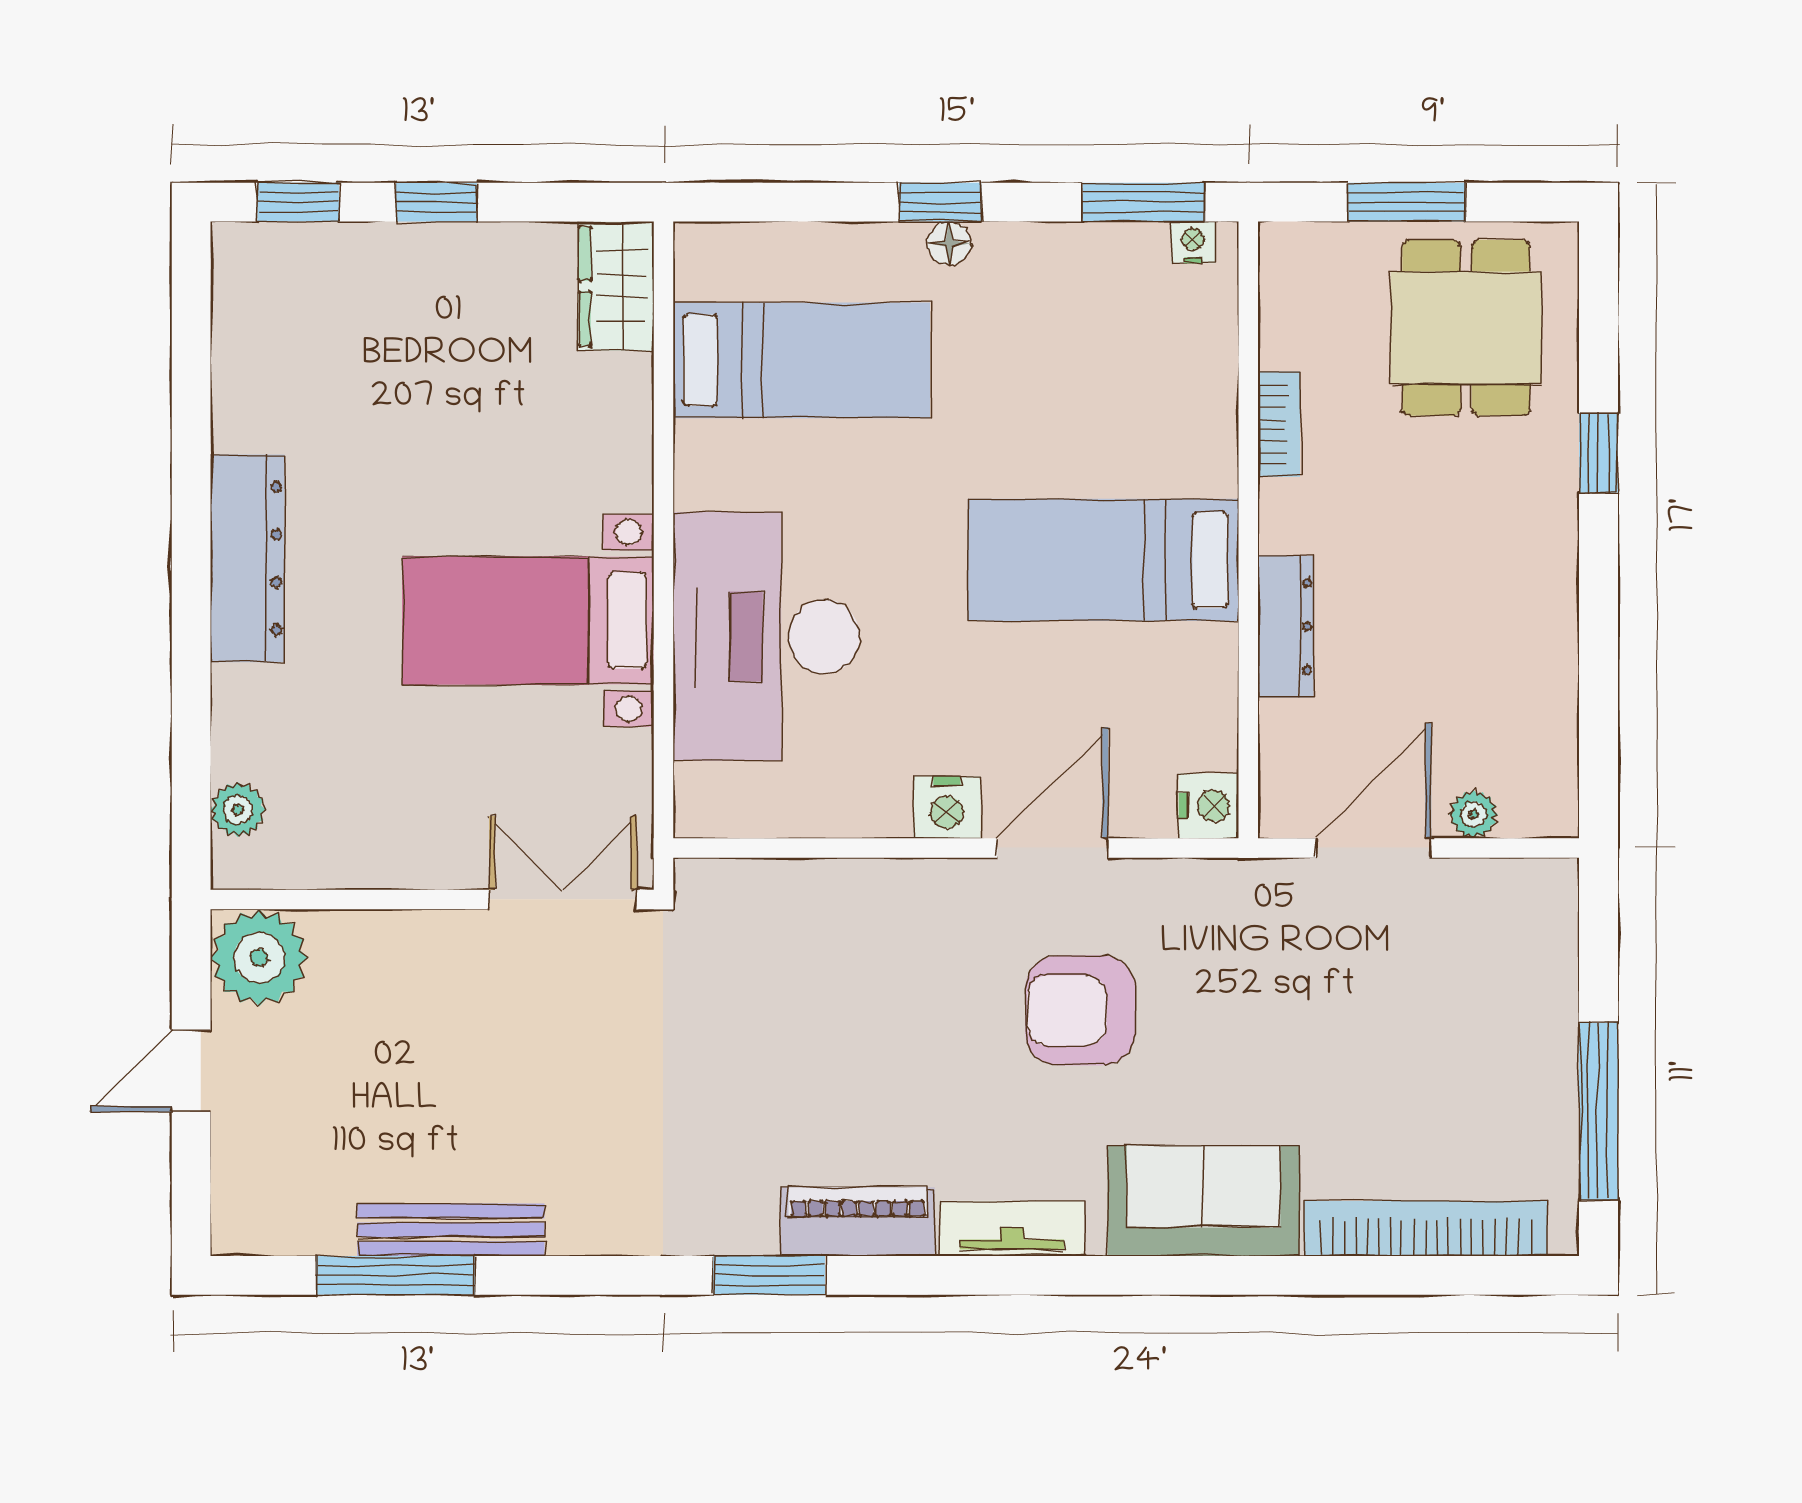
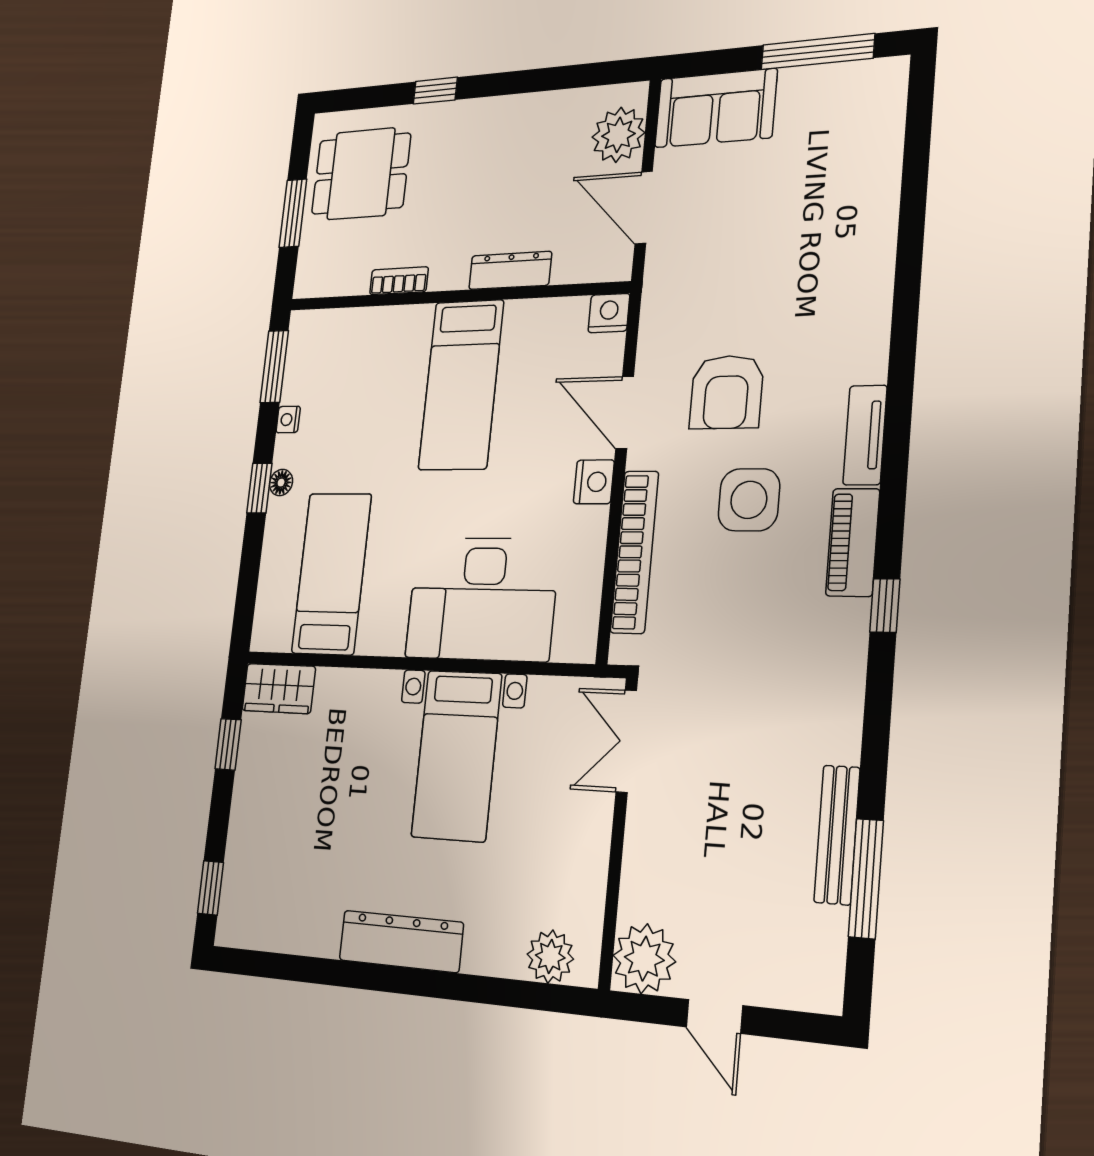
window: (437, 202) -> (228, 744), moved
nightstand: (1193, 242) -> (288, 420), moved
plant: (238, 810) -> (550, 957), width x1.38, depth x1.38
plant: (1474, 814) -> (618, 135), width x1.88, depth x1.88
side table: (919, 1060) -> (749, 500), added
sofa: (1203, 1201) -> (716, 108), moved, turned -90
bookcase: (1426, 1229) -> (635, 552), moved, turned 180
window: (769, 1275) -> (885, 606), width x0.67

